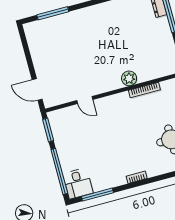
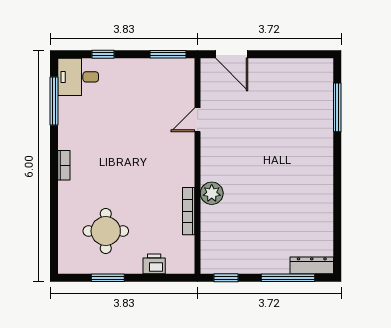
door: (37, 90) -> (232, 54), swing flipped
window: (59, 171) -> (103, 54), width x0.32

